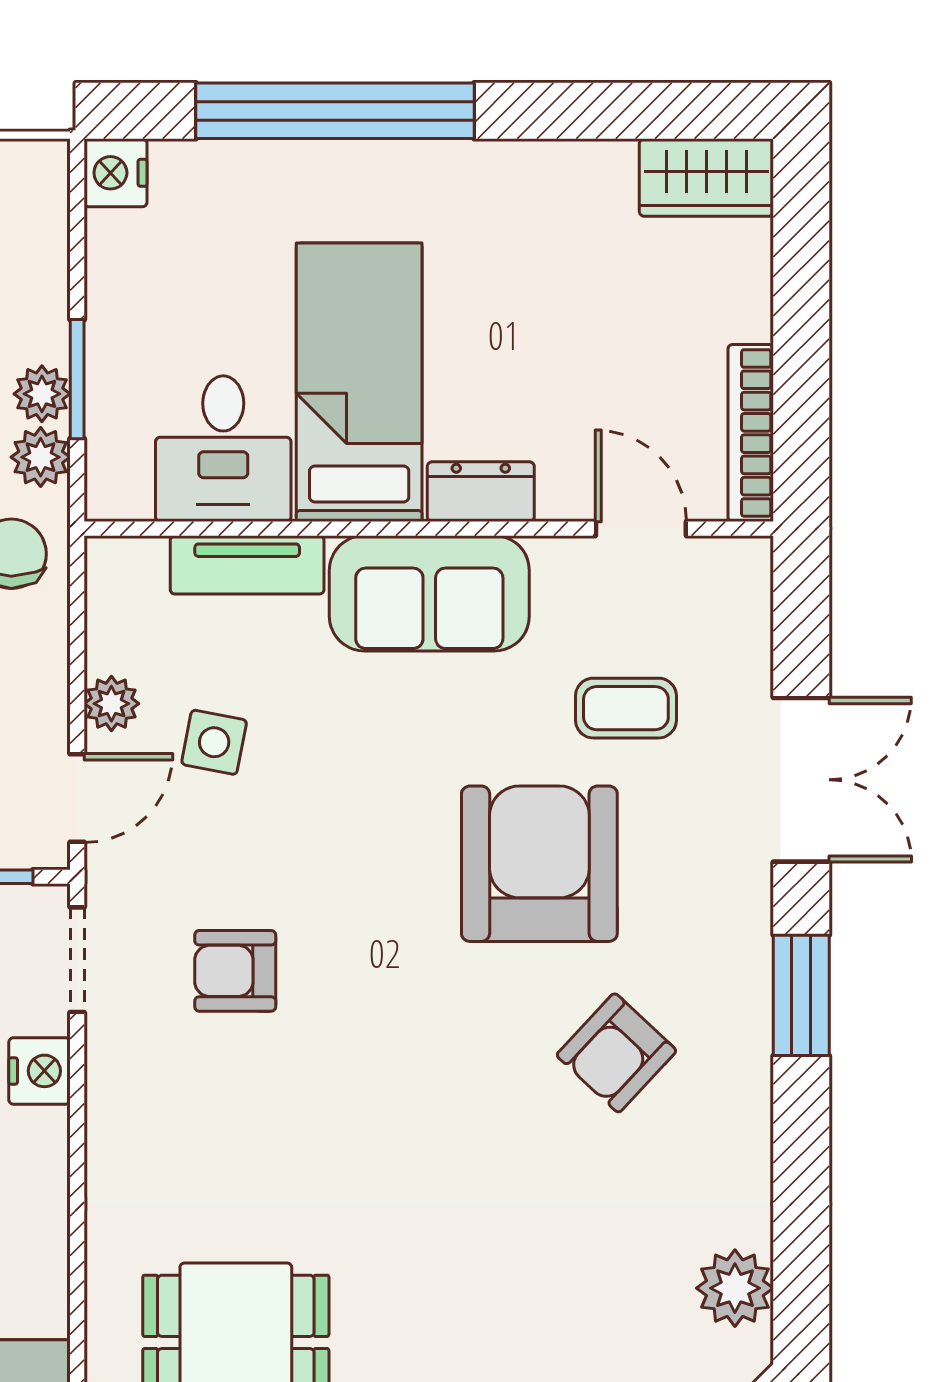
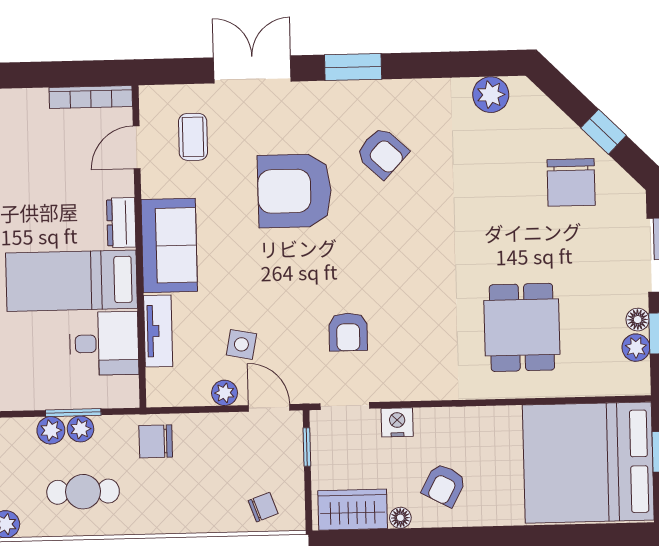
plant: (41, 457) -> (51, 430), moved
coffee table: (626, 708) -> (193, 137), moved

